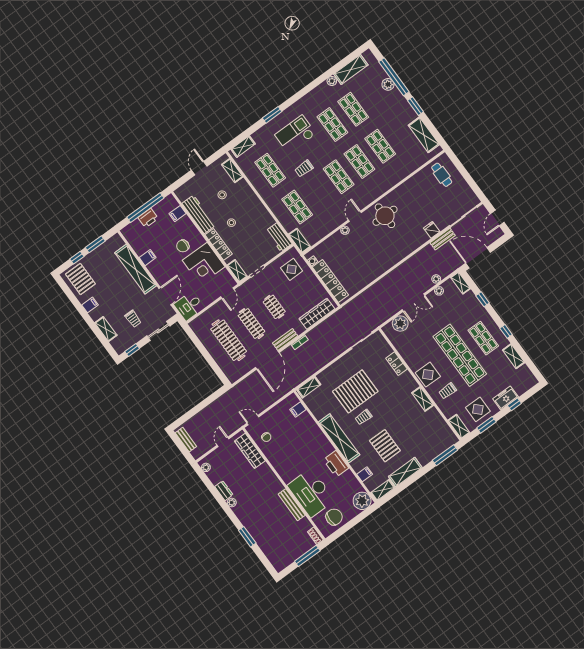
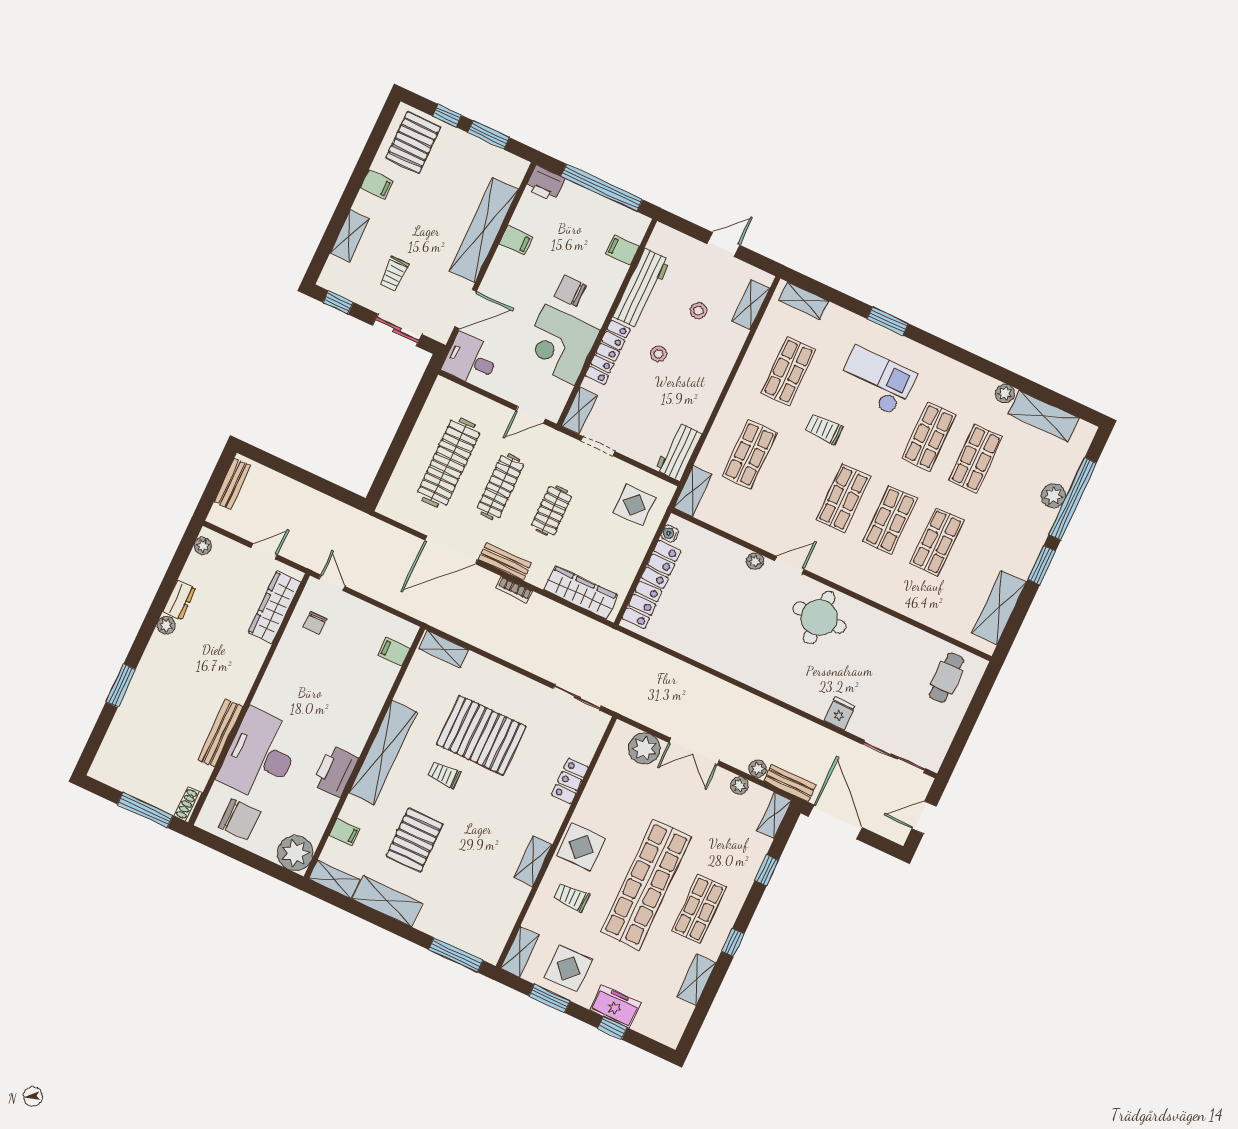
printer: (148, 218) -> (545, 183), moved
bench: (443, 239) -> (790, 783), moved

